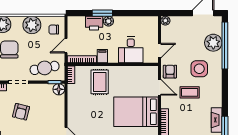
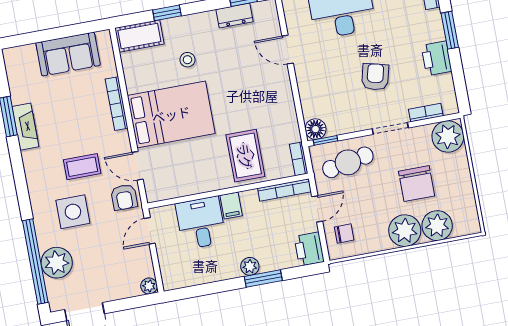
printer: (94, 23) -> (309, 249), moved, turned -90
plant: (32, 25) -> (405, 231), moved
filing cabinet: (102, 56) -> (231, 206), moved

